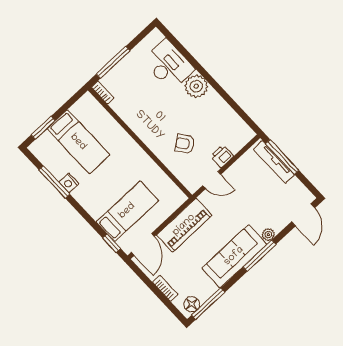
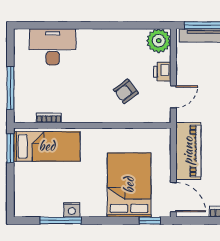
plant: (196, 86) -> (159, 41), moved
bookcase: (103, 92) -> (49, 118), moved
window: (43, 128) -> (10, 148), moved
bed: (78, 142) -> (47, 146), moved
bed: (127, 211) -> (129, 185), width x1.50

